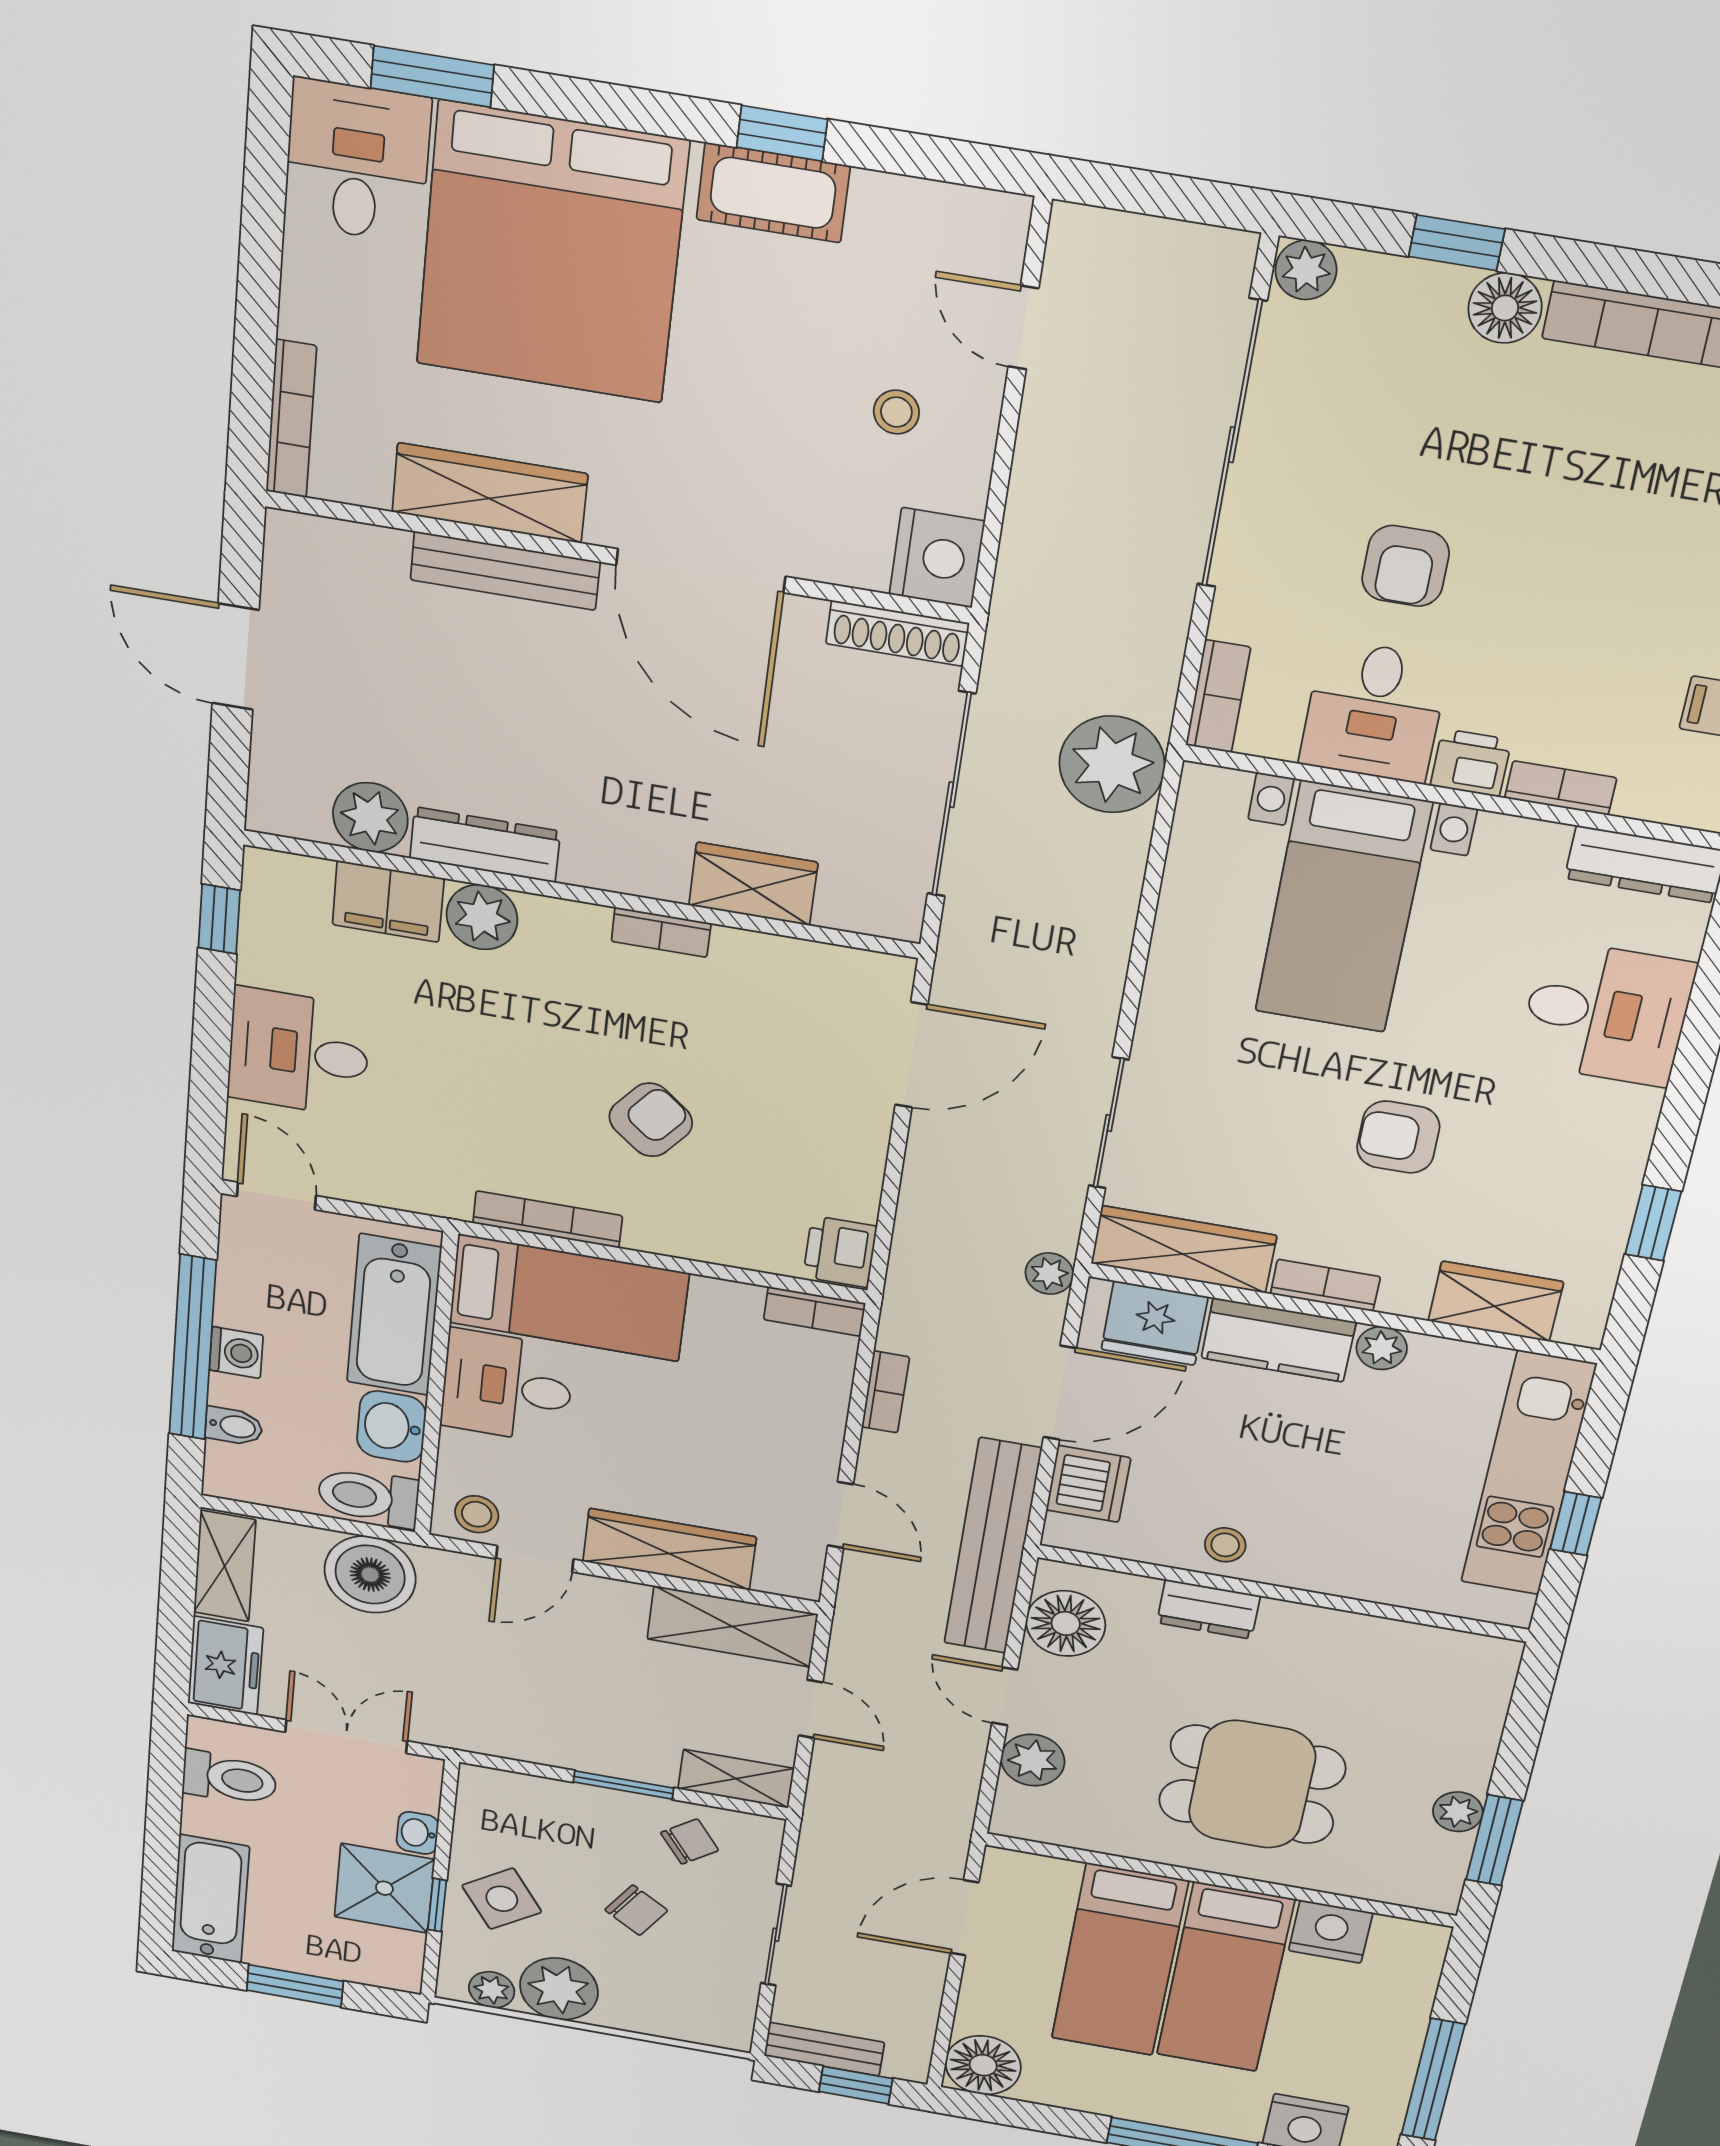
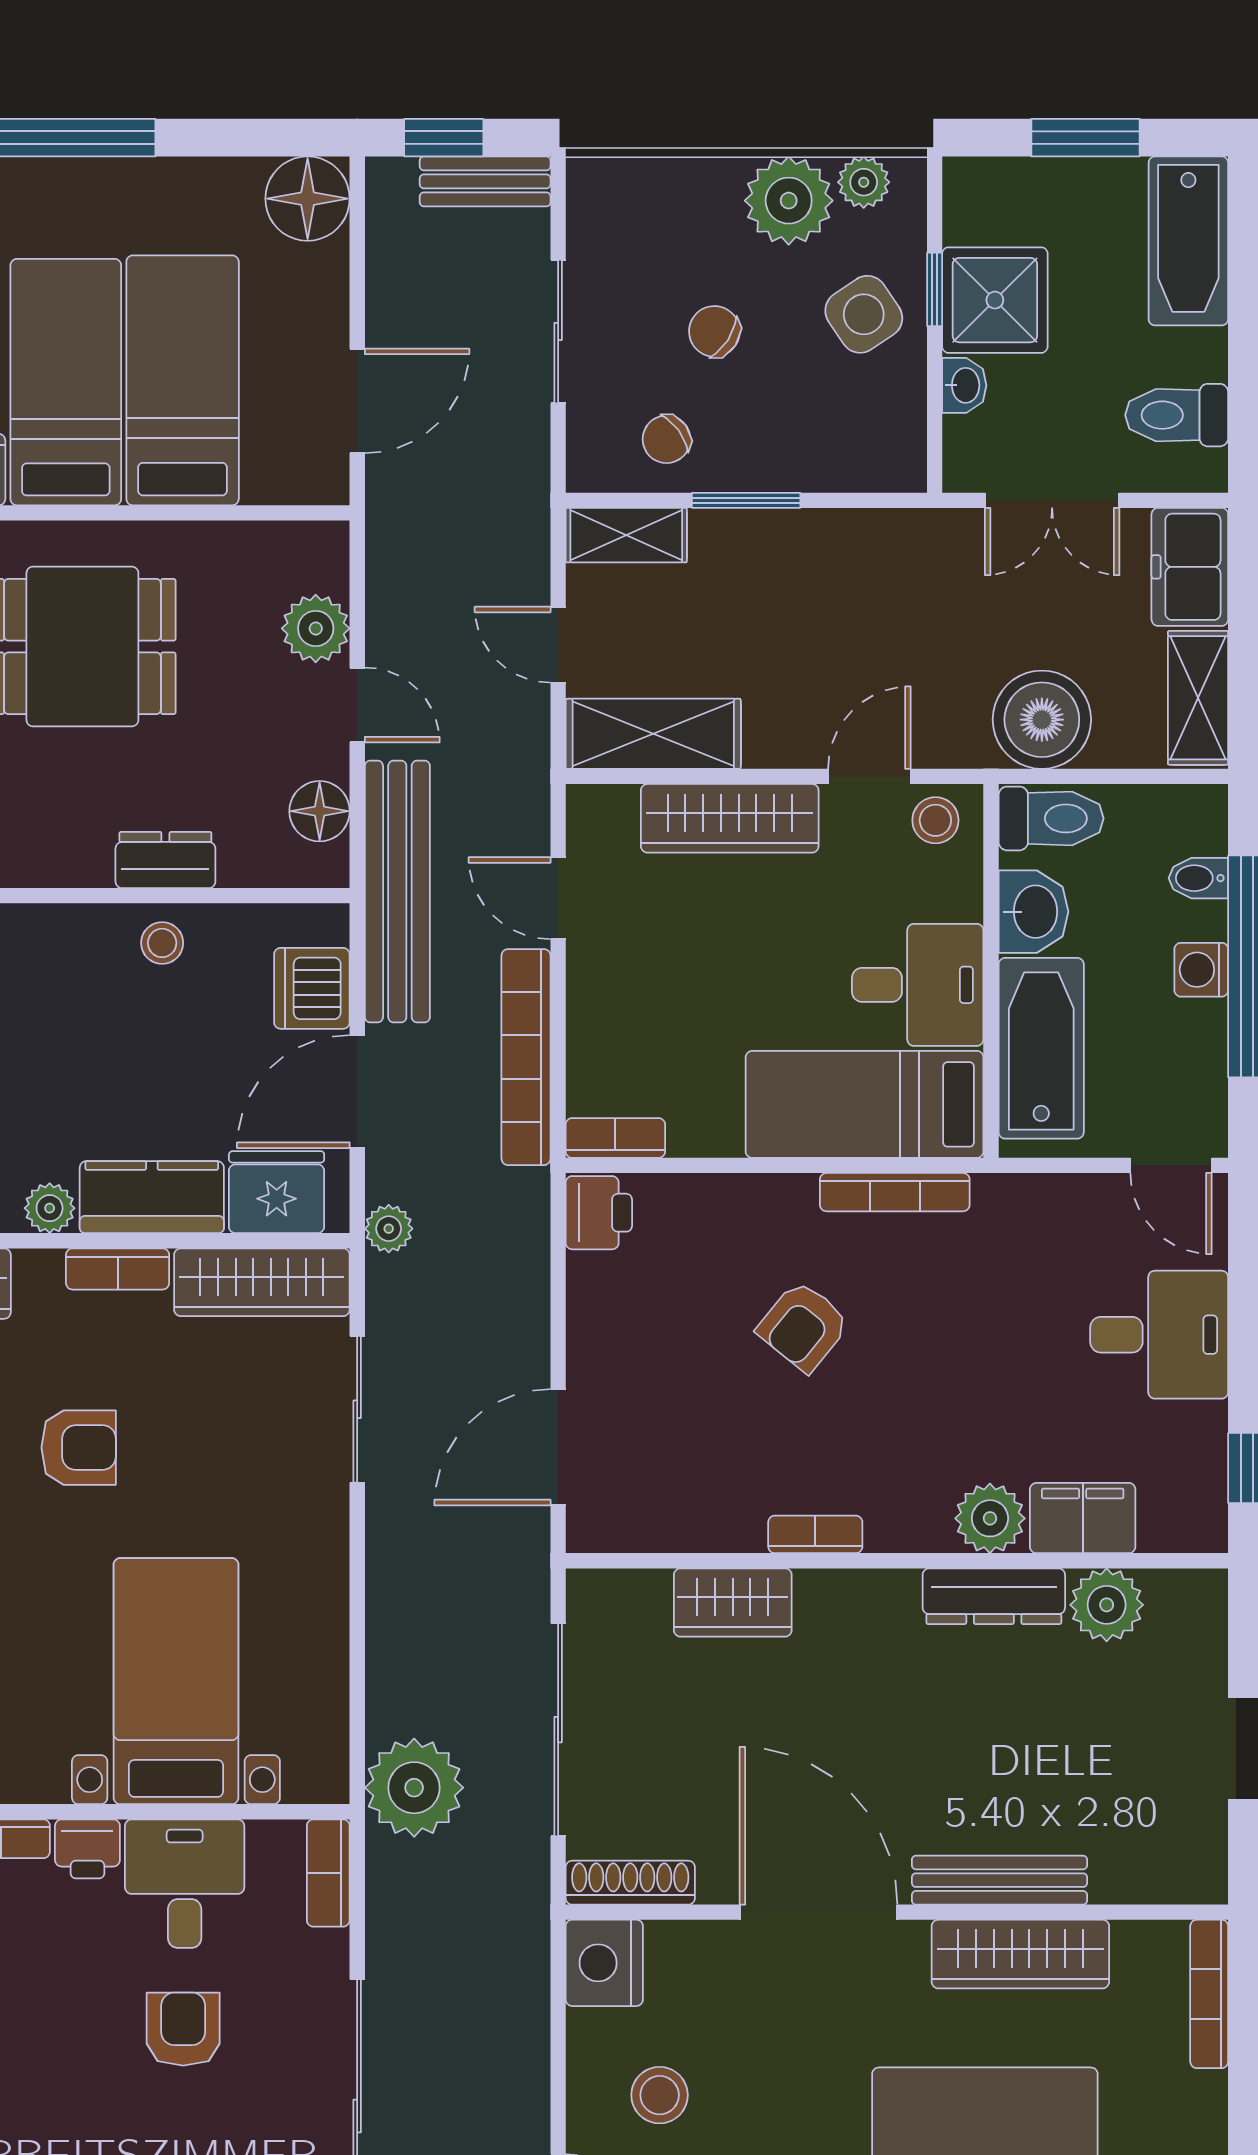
stool: (896, 412) -> (660, 2095), width x1.37, depth x1.37
bookcase: (886, 1392) -> (526, 1057), width x2.31, depth x1.31
floor lamp: (1066, 1623) -> (320, 811), width x0.73, depth x0.73

